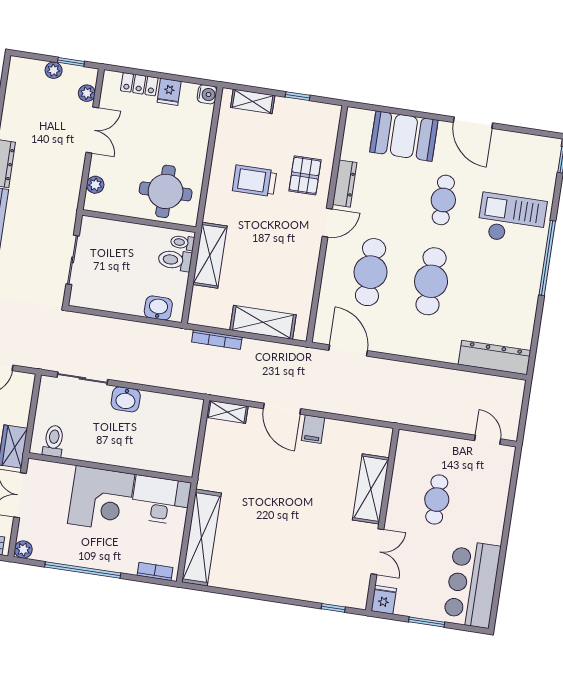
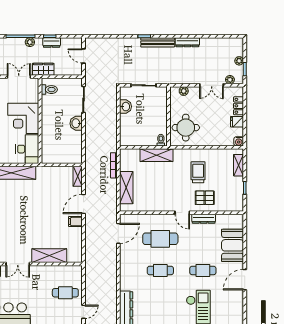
toilet: (175, 260) -> (151, 138), removed
cafe table: (431, 281) -> (160, 270), width x0.73, depth x0.74
washbasin: (158, 308) -> (126, 107), moved
cafe table: (437, 500) -> (65, 293), moved

